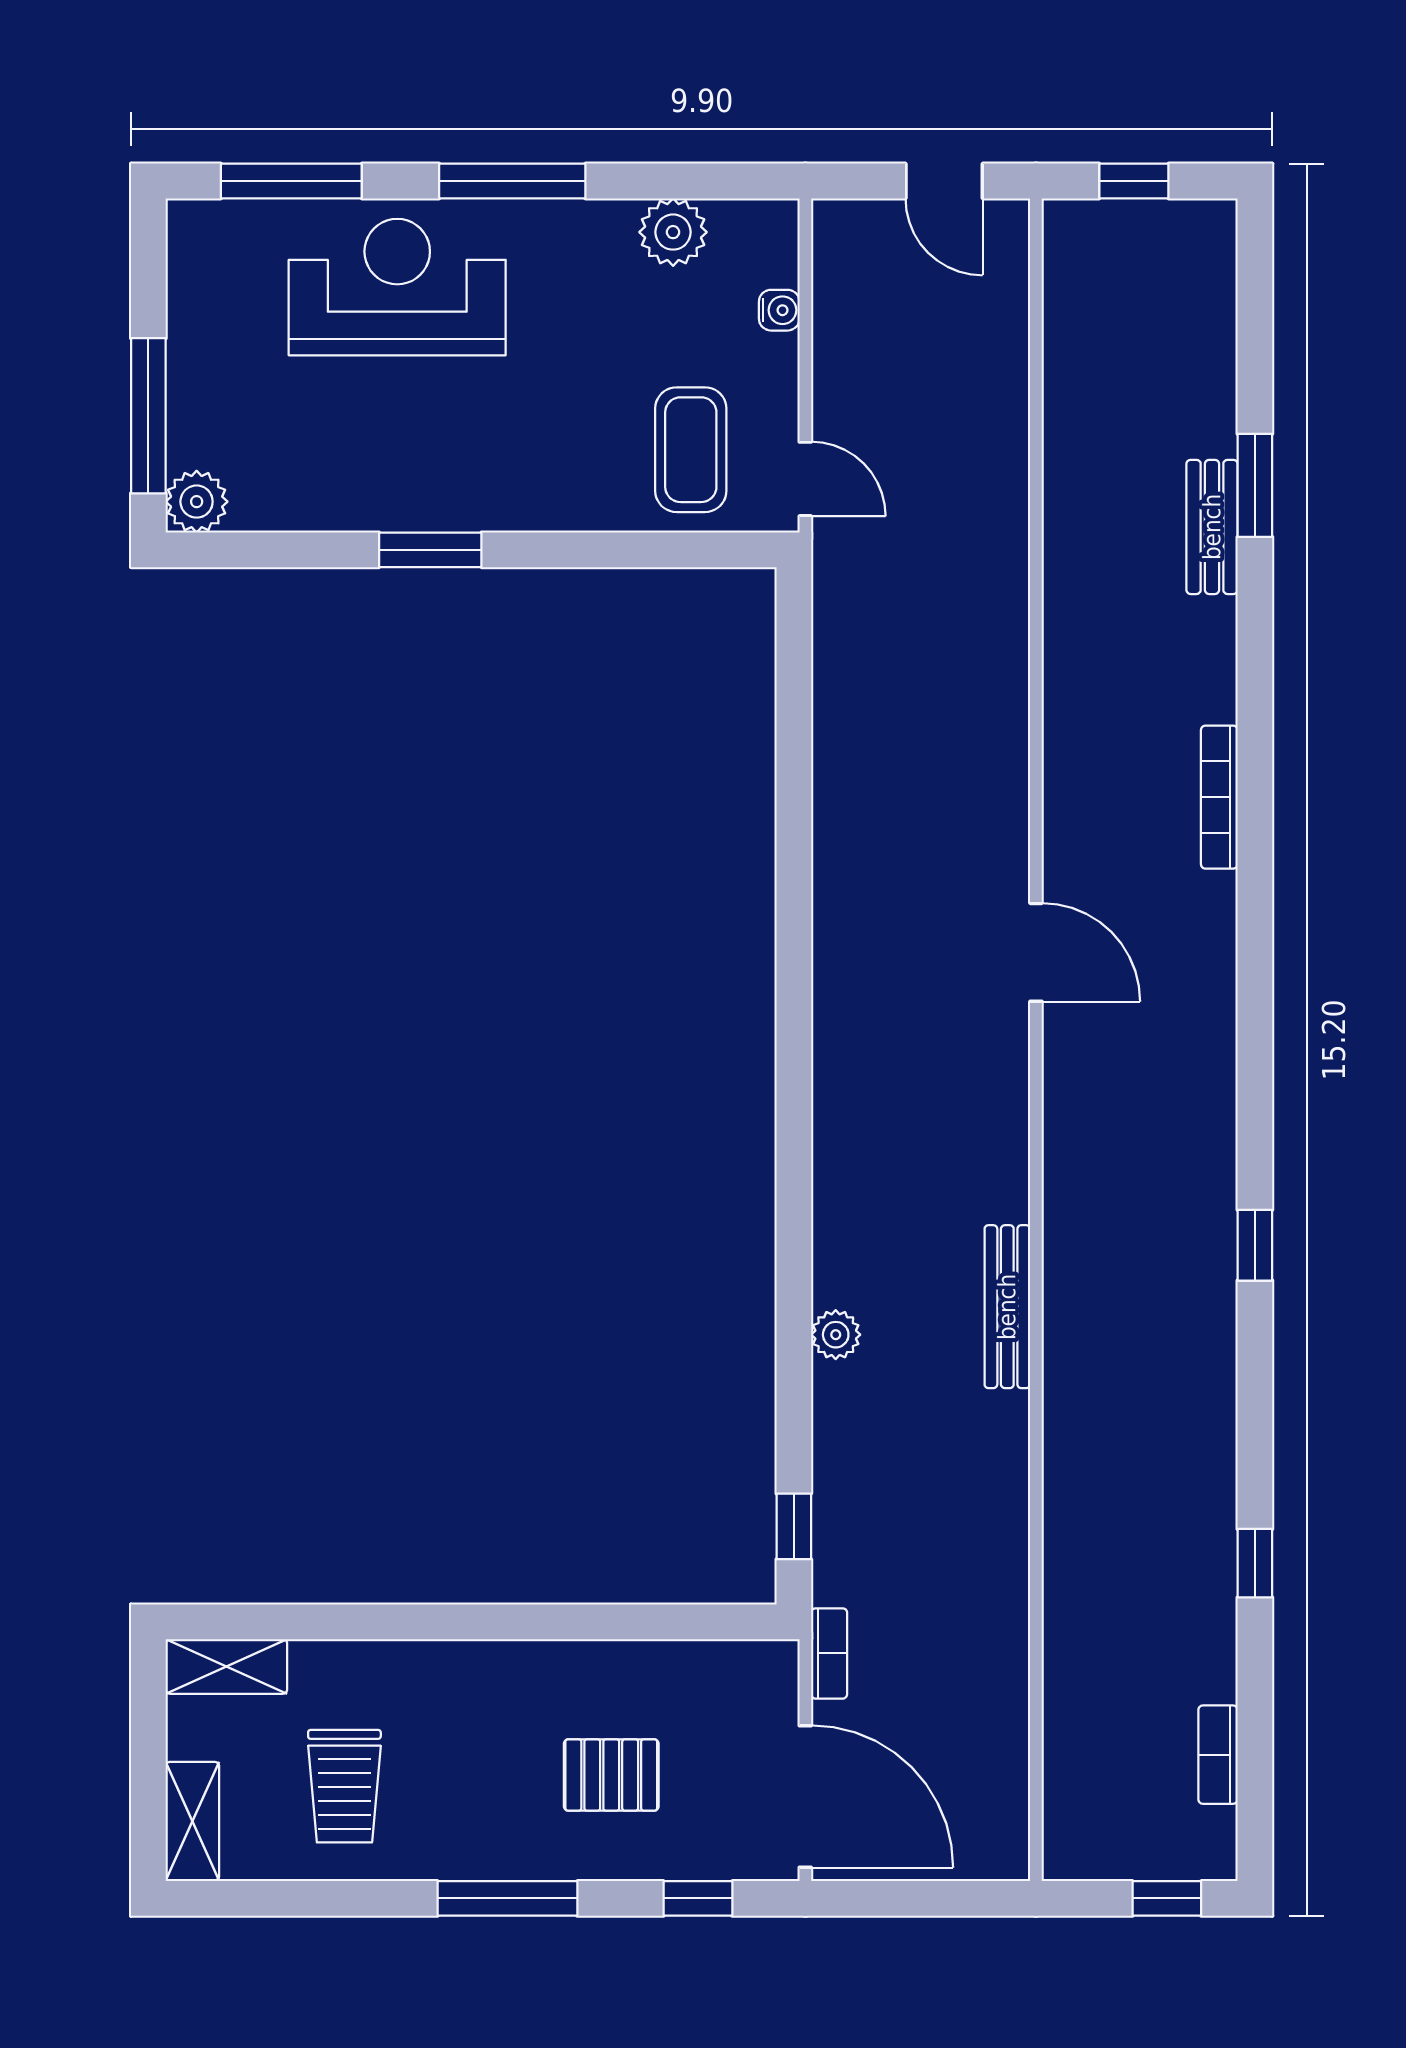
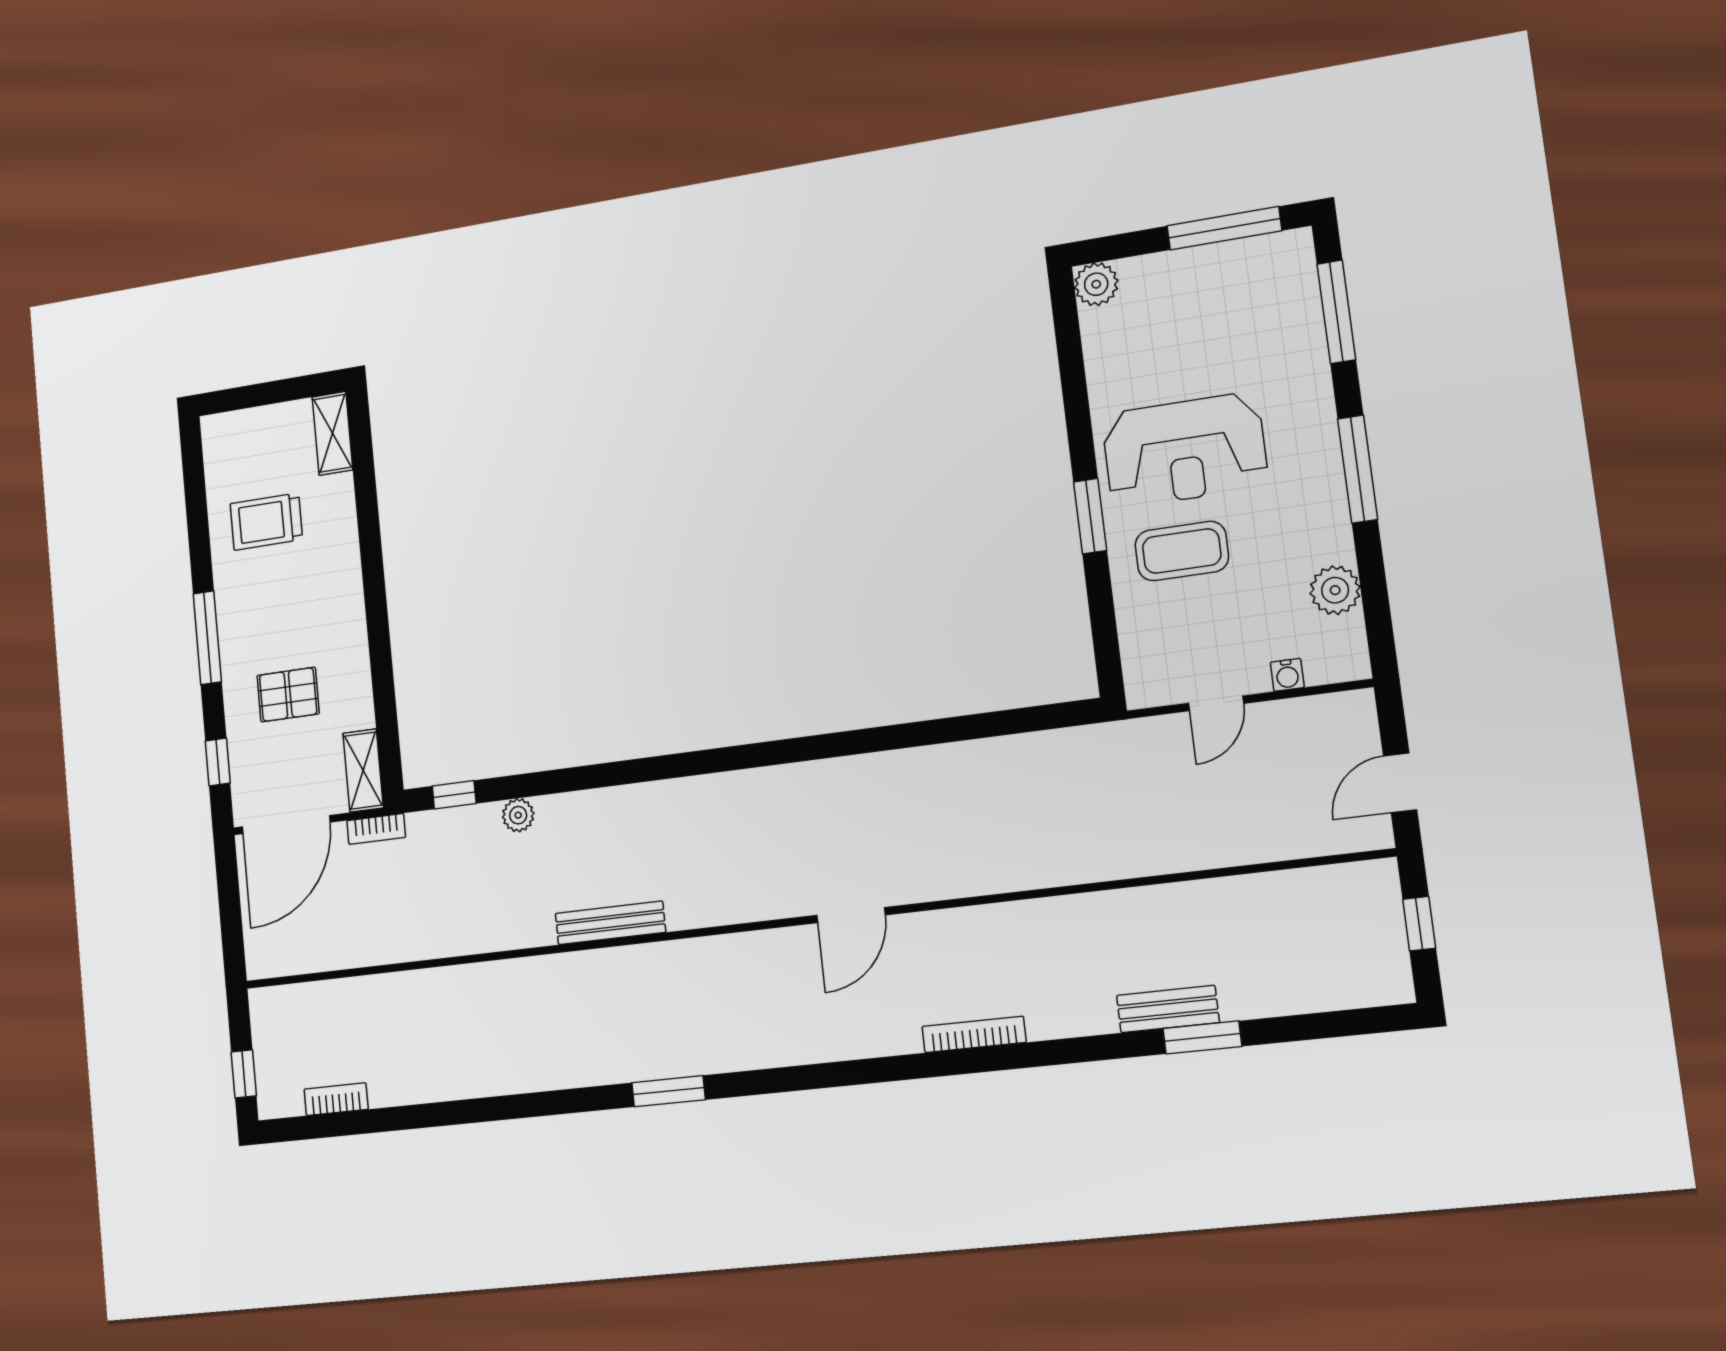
reception desk: (397, 287) -> (1184, 450), moved, turned 90
window: (148, 416) -> (1224, 228), moved
coffee table: (691, 450) -> (1182, 551), moved
door: (805, 479) -> (1216, 703), moved
window: (430, 550) -> (1090, 516), moved
window: (1255, 1245) -> (669, 1091), width x1.50
plant: (836, 1335) -> (518, 815), moved
window: (1255, 1563) -> (460, 1112), removed
pallet: (611, 1775) -> (288, 695), turned 90
shelving: (192, 1821) -> (363, 771), moved, turned 90

